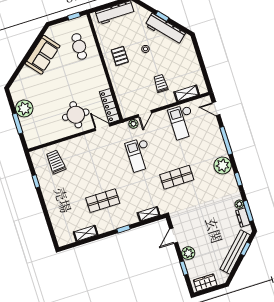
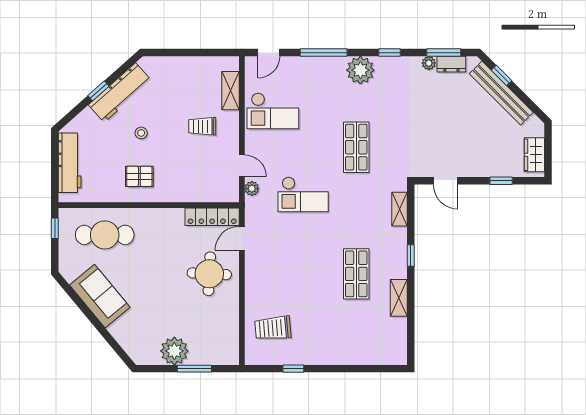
cafe table: (79, 46) -> (105, 235), width x1.37, depth x1.35
shelving: (86, 233) -> (399, 298), moved
plant: (188, 253) -> (480, 167), removed

